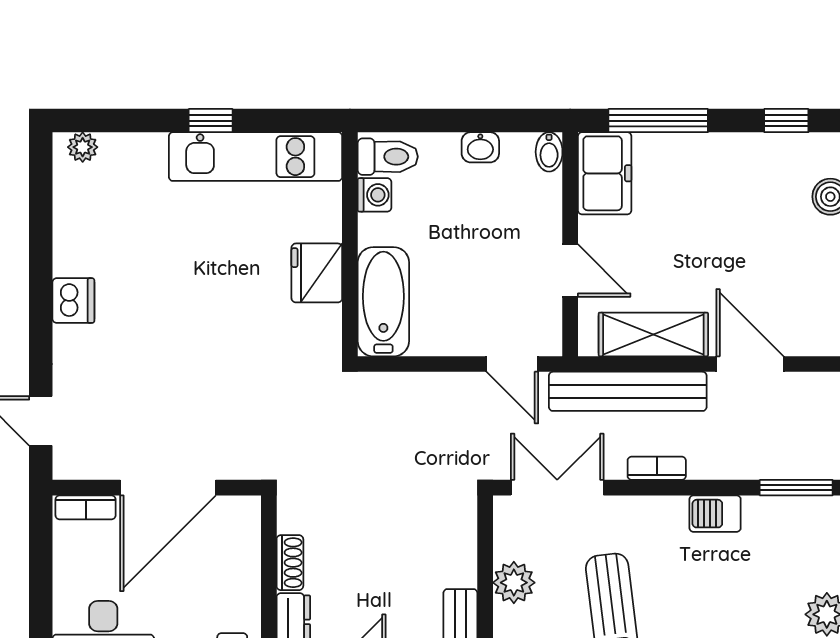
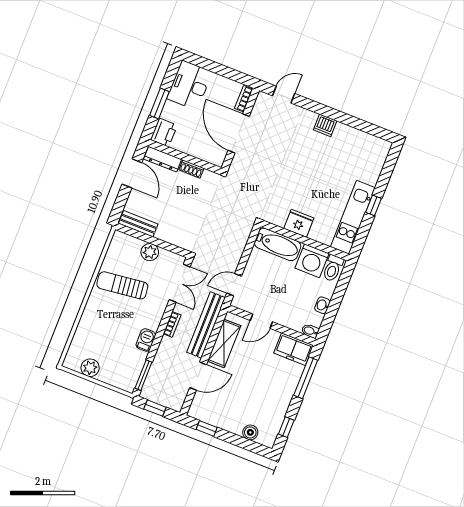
plant: (83, 147) -> (383, 152), removed
washing machine: (375, 195) -> (312, 261), width x1.89, depth x1.89

